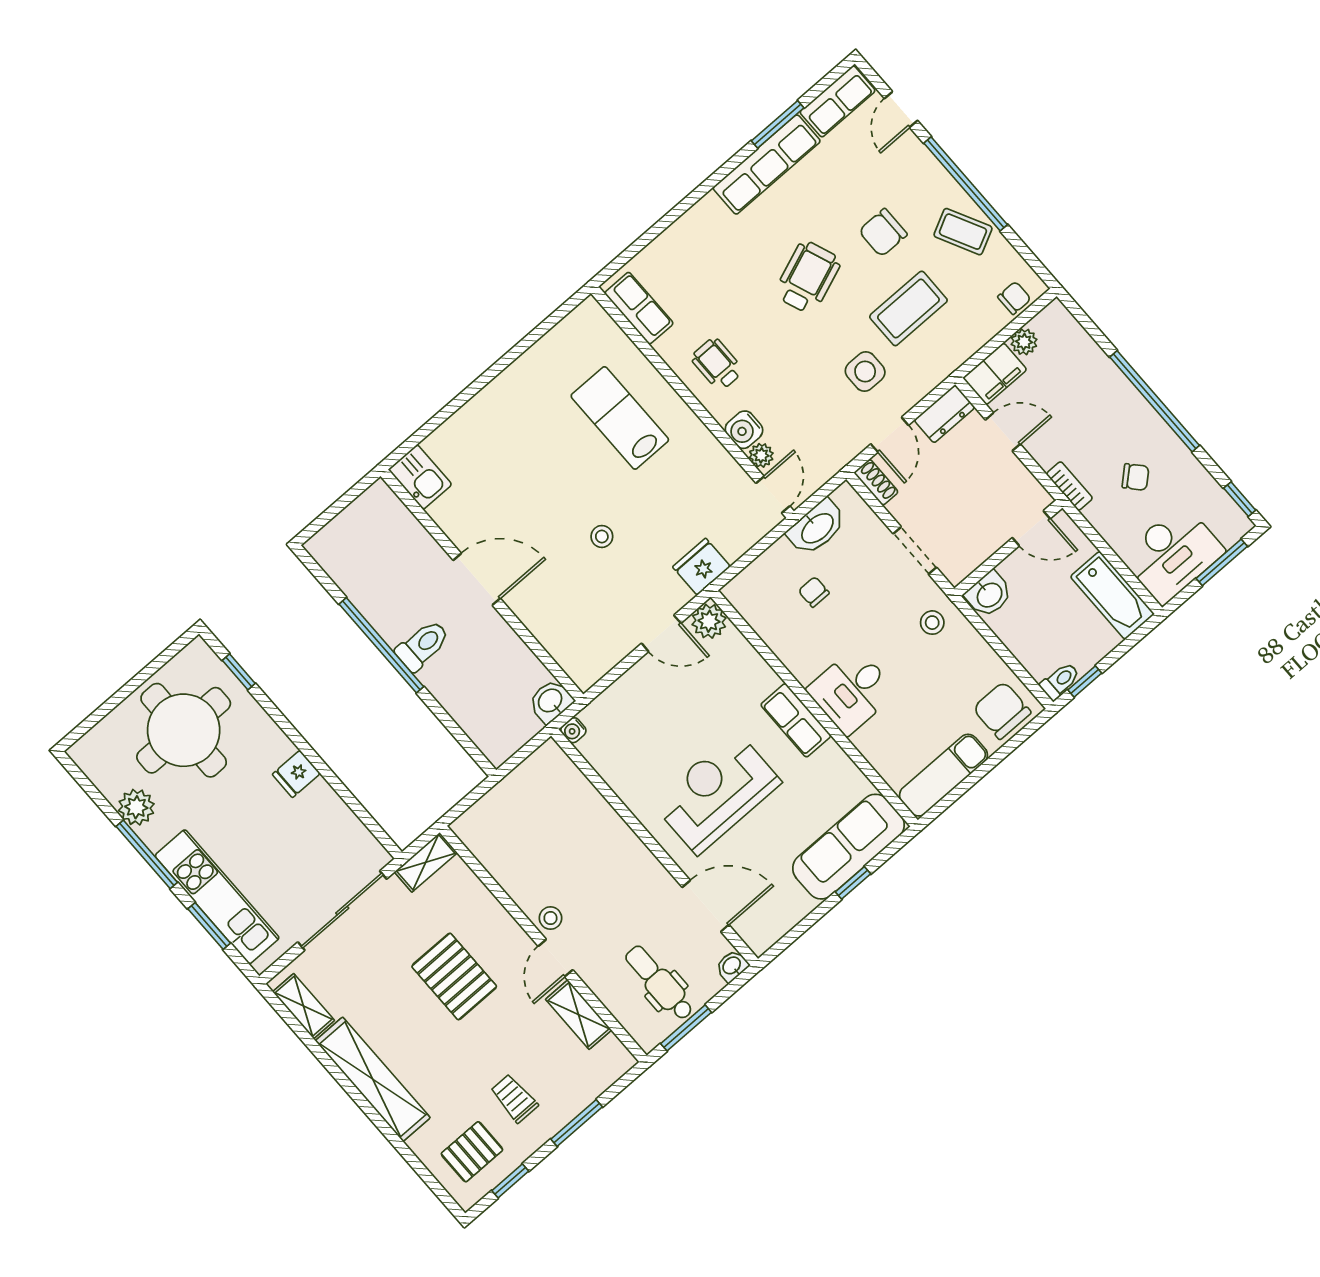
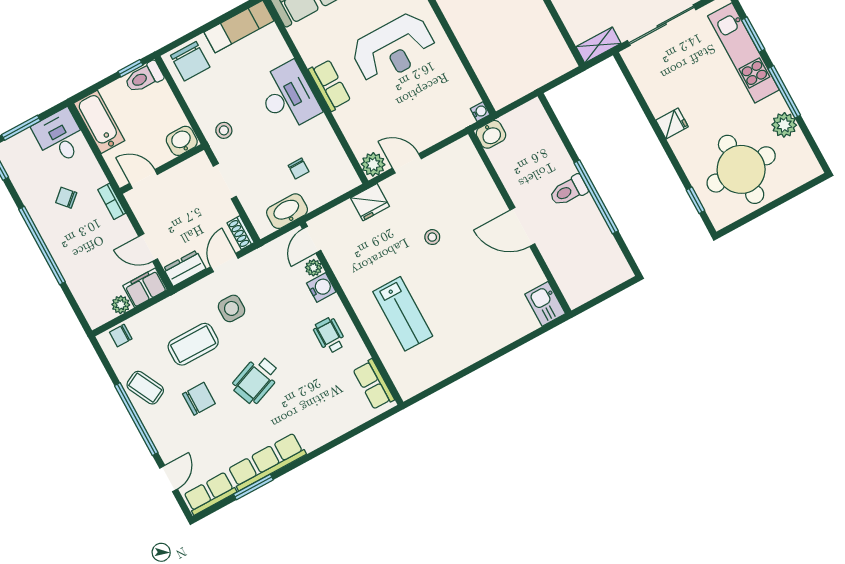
wheelchair: (717, 364) -> (330, 335), turned 180
desk: (1172, 554) -> (60, 137), width x0.73
toilet: (1060, 681) -> (144, 77), width x1.37, depth x1.39
desk: (852, 691) -> (288, 97), width x1.37

